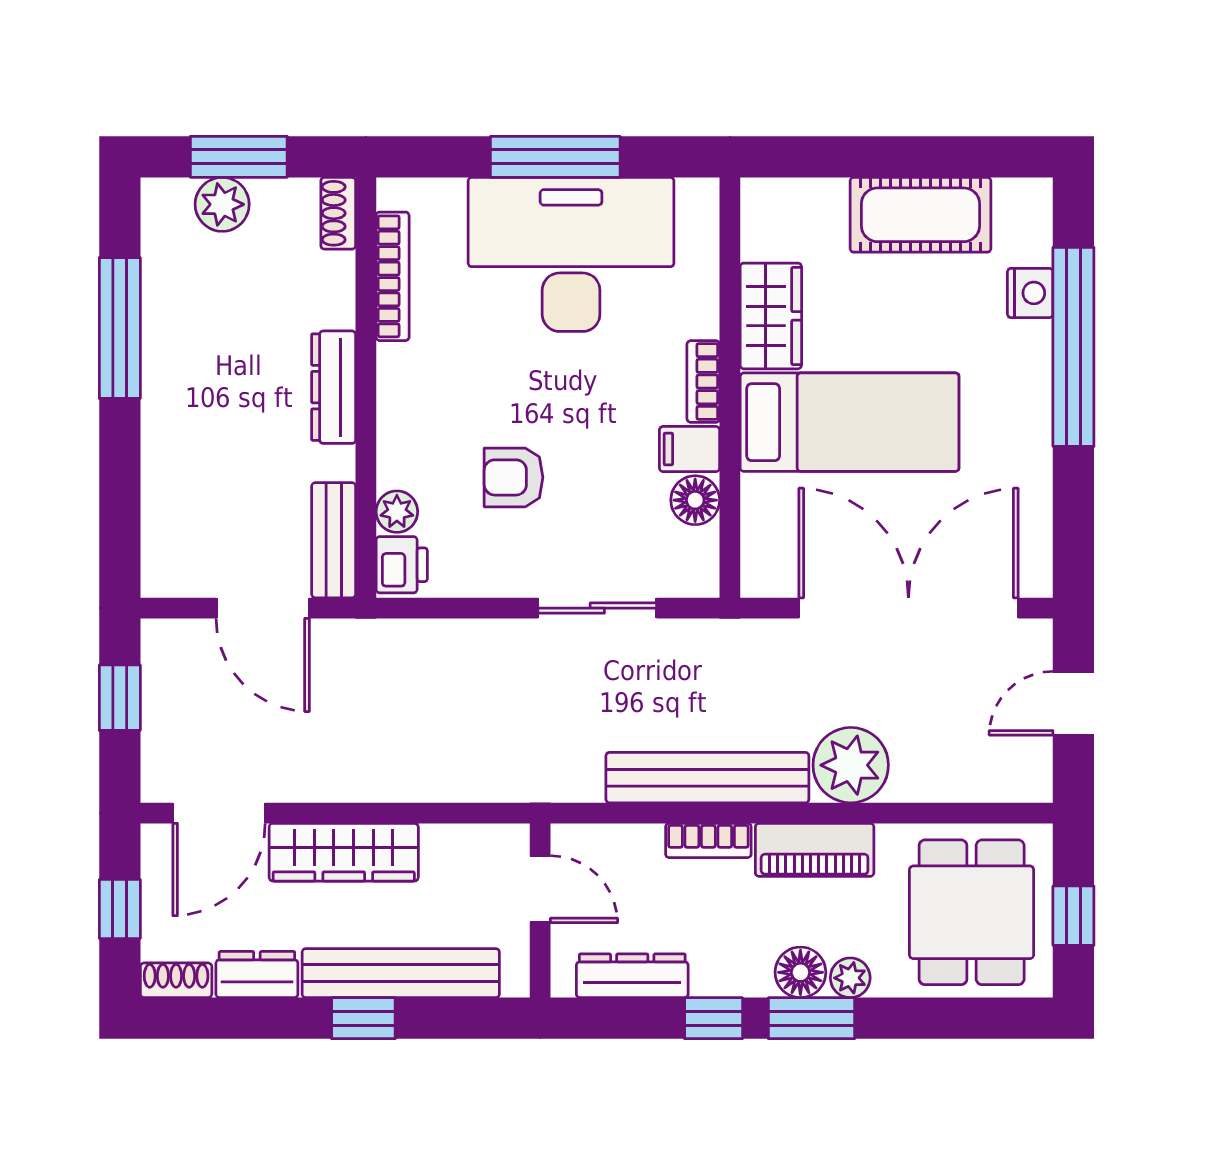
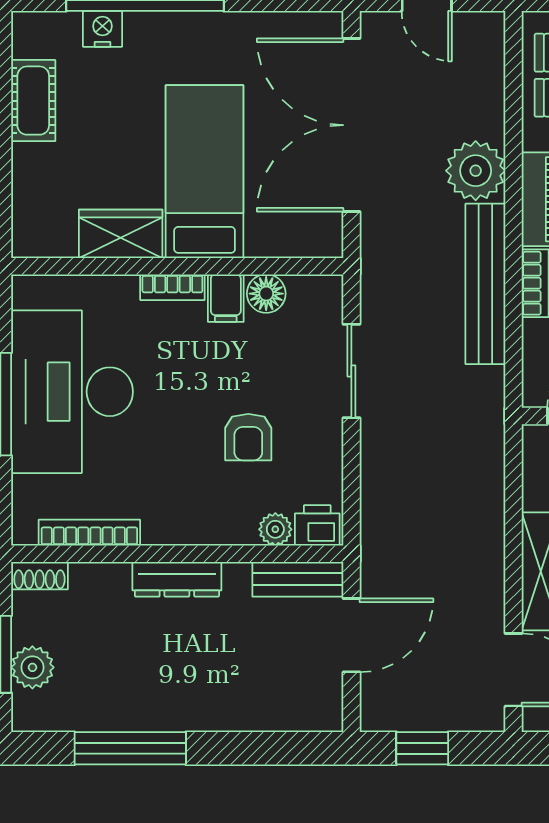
cot: (920, 215) -> (33, 101), width x0.73, depth x0.75

